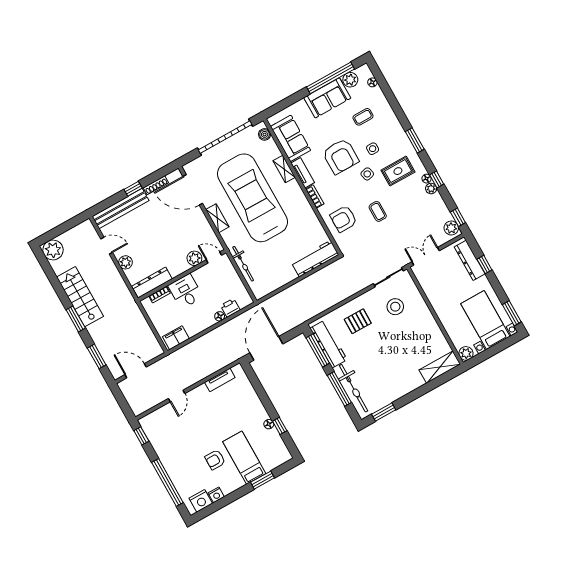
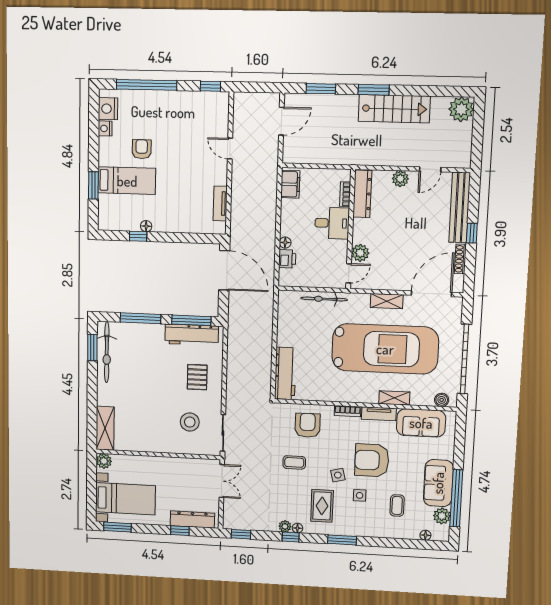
plant: (451, 228) -> (234, 522), removed
bicycle: (353, 388) -> (107, 352), moved, turned -90

